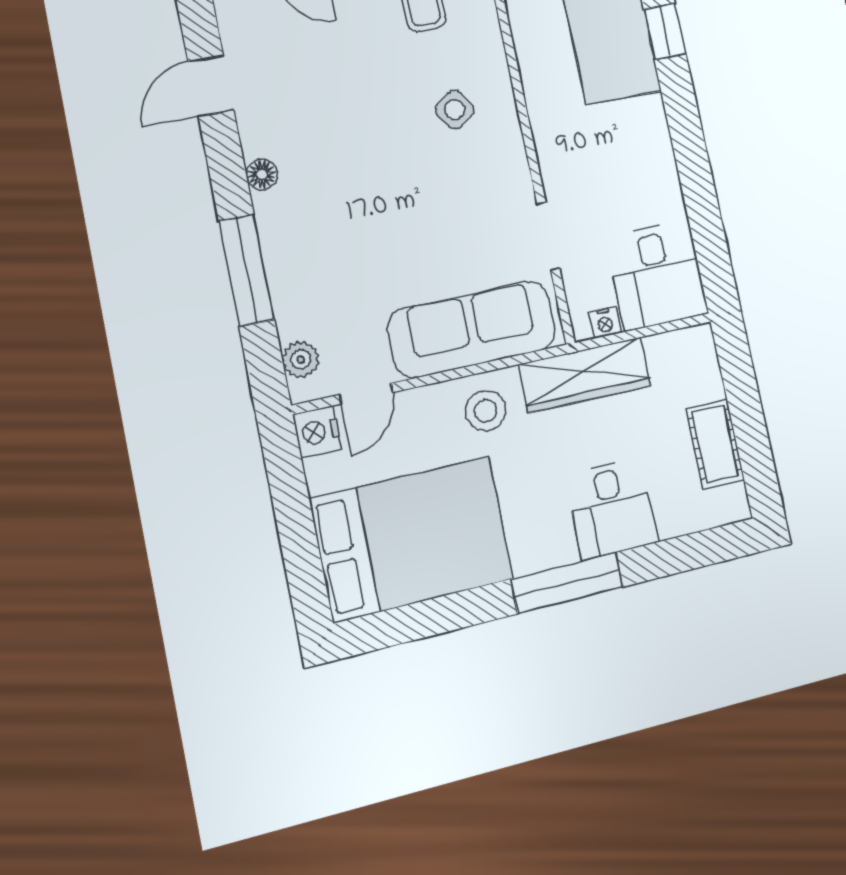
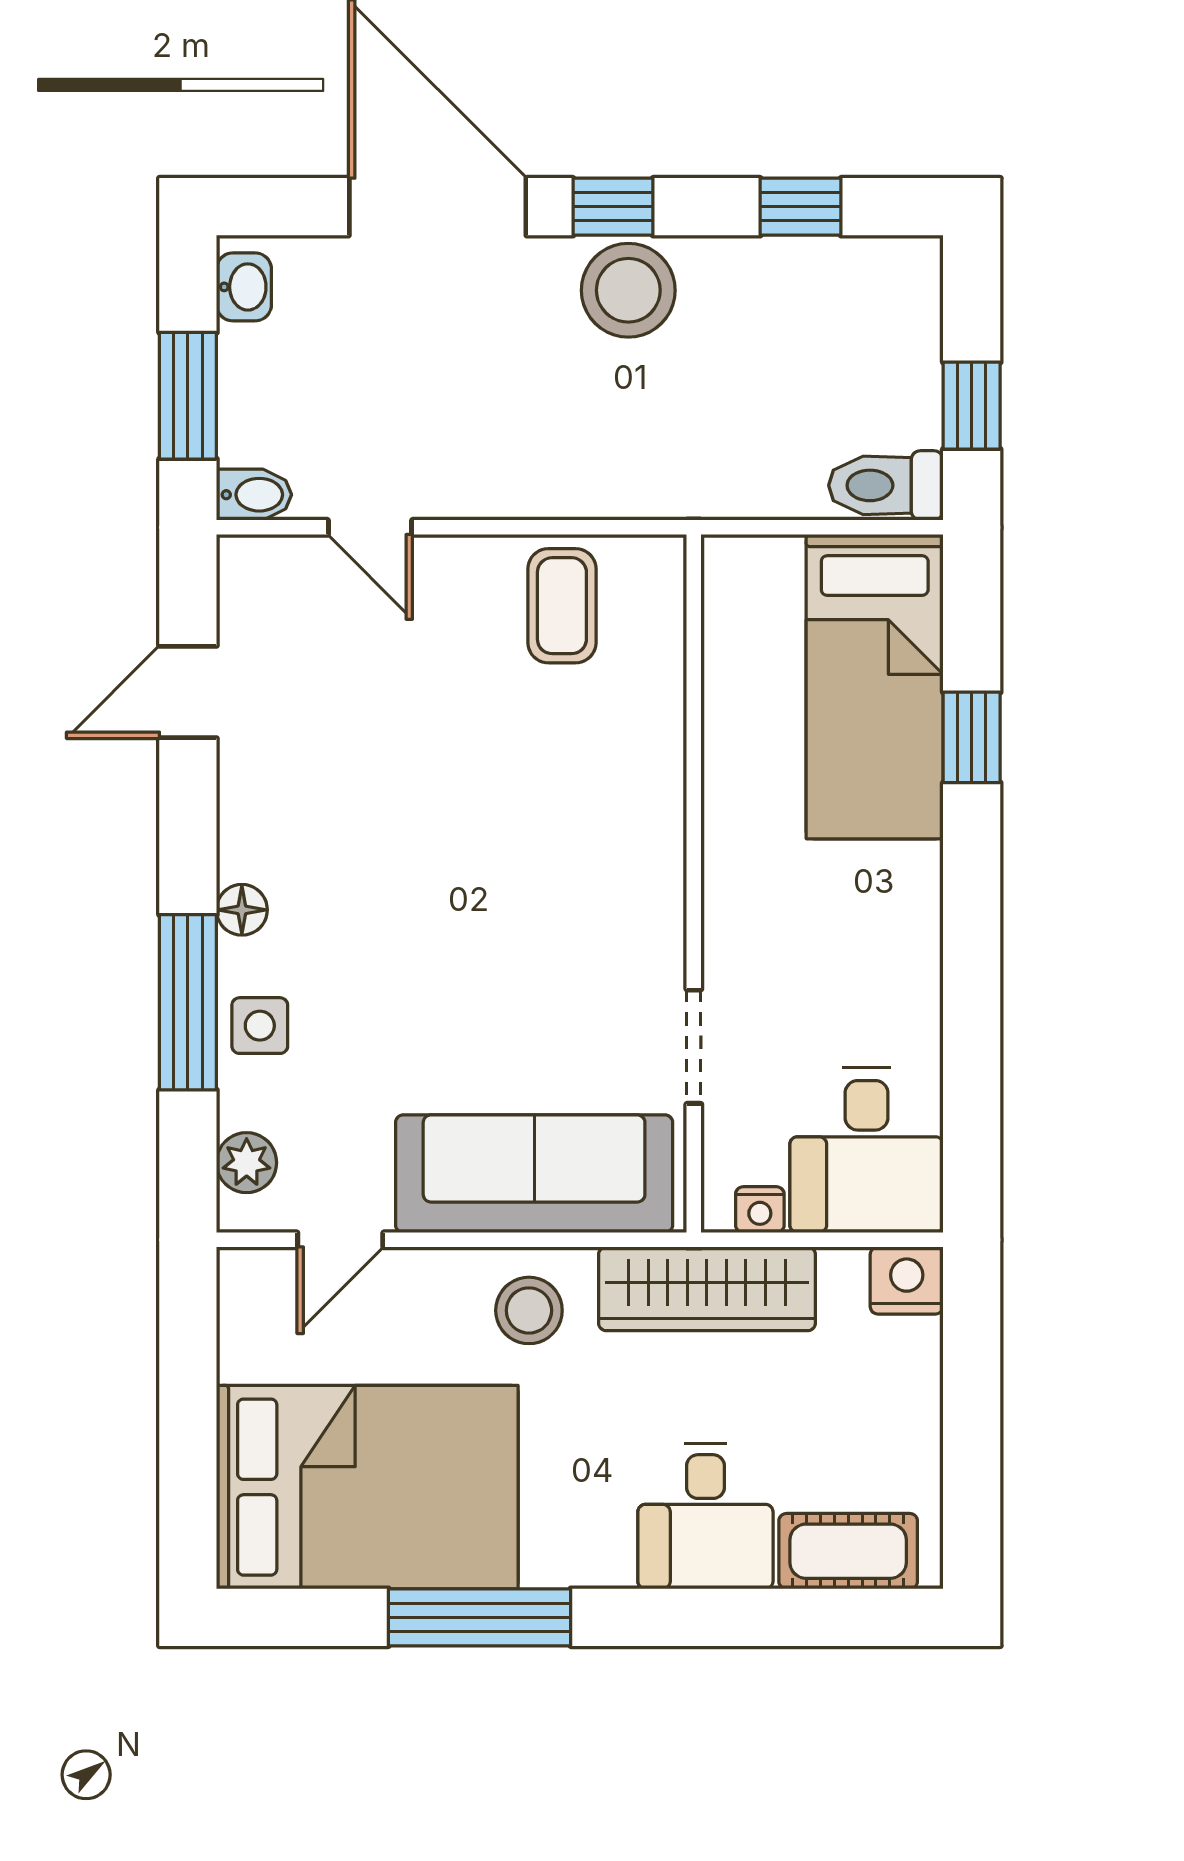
side table: (455, 110) -> (260, 1026), moved, turned 34
floor lamp: (262, 174) -> (242, 910), moved
nightstand: (317, 432) -> (907, 1280), moved, turned 90
cot: (715, 444) -> (848, 1551), moved, turned 90
window: (567, 583) -> (480, 1617), moved

